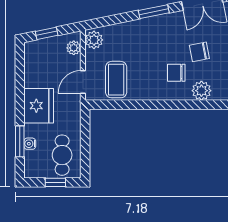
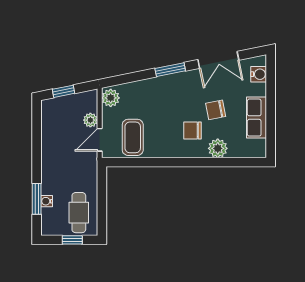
plant: (74, 48) -> (90, 120), moved
fridge: (39, 106) -> (55, 163), removed

